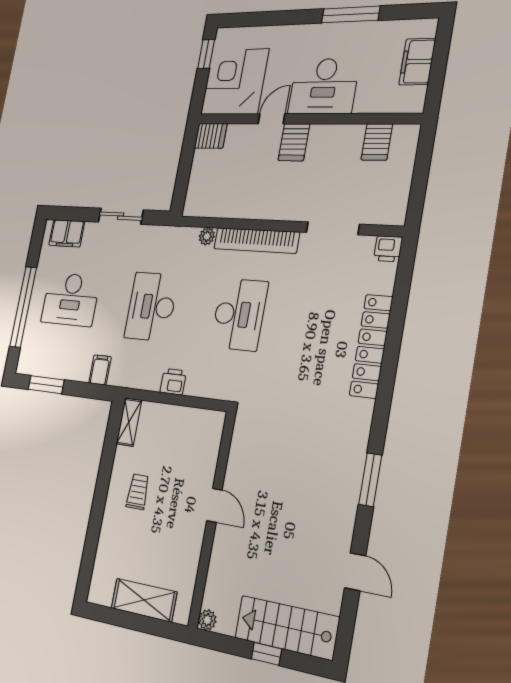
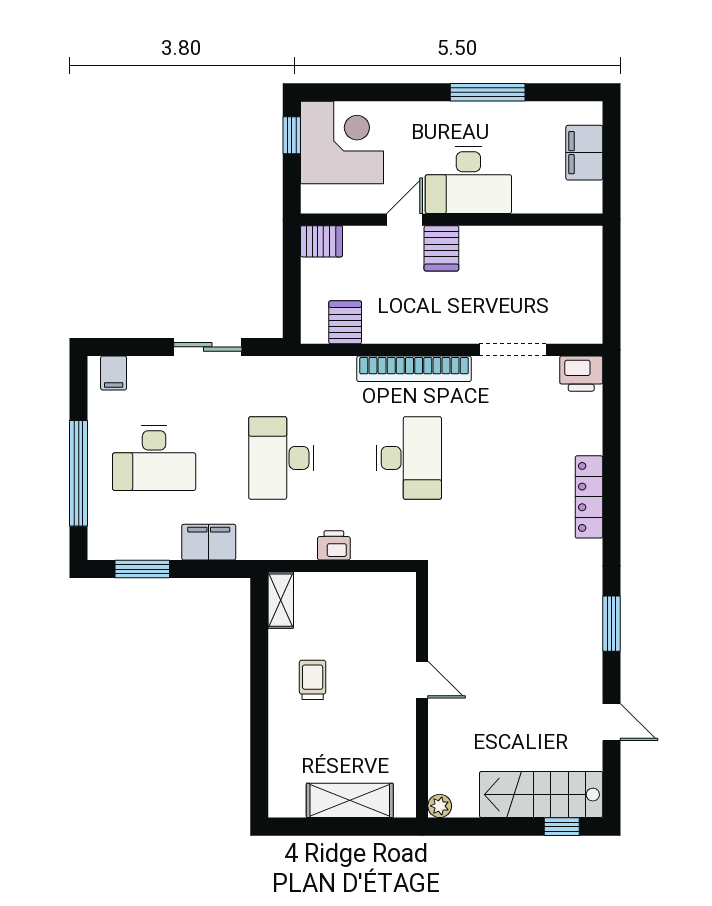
corner desk: (235, 82) -> (342, 143), moved, turned 90
server rack: (377, 142) -> (345, 322), moved, turned 180
filing cabinet: (67, 233) -> (114, 373), width x0.50
plant: (207, 236) -> (343, 367), removed
printer: (388, 249) -> (581, 374), width x1.36, depth x1.24
locker: (371, 346) -> (589, 497), width x0.71, depth x0.83
filing cabinet: (100, 370) -> (209, 542), width x2.00
window: (266, 654) -> (562, 827), moved

